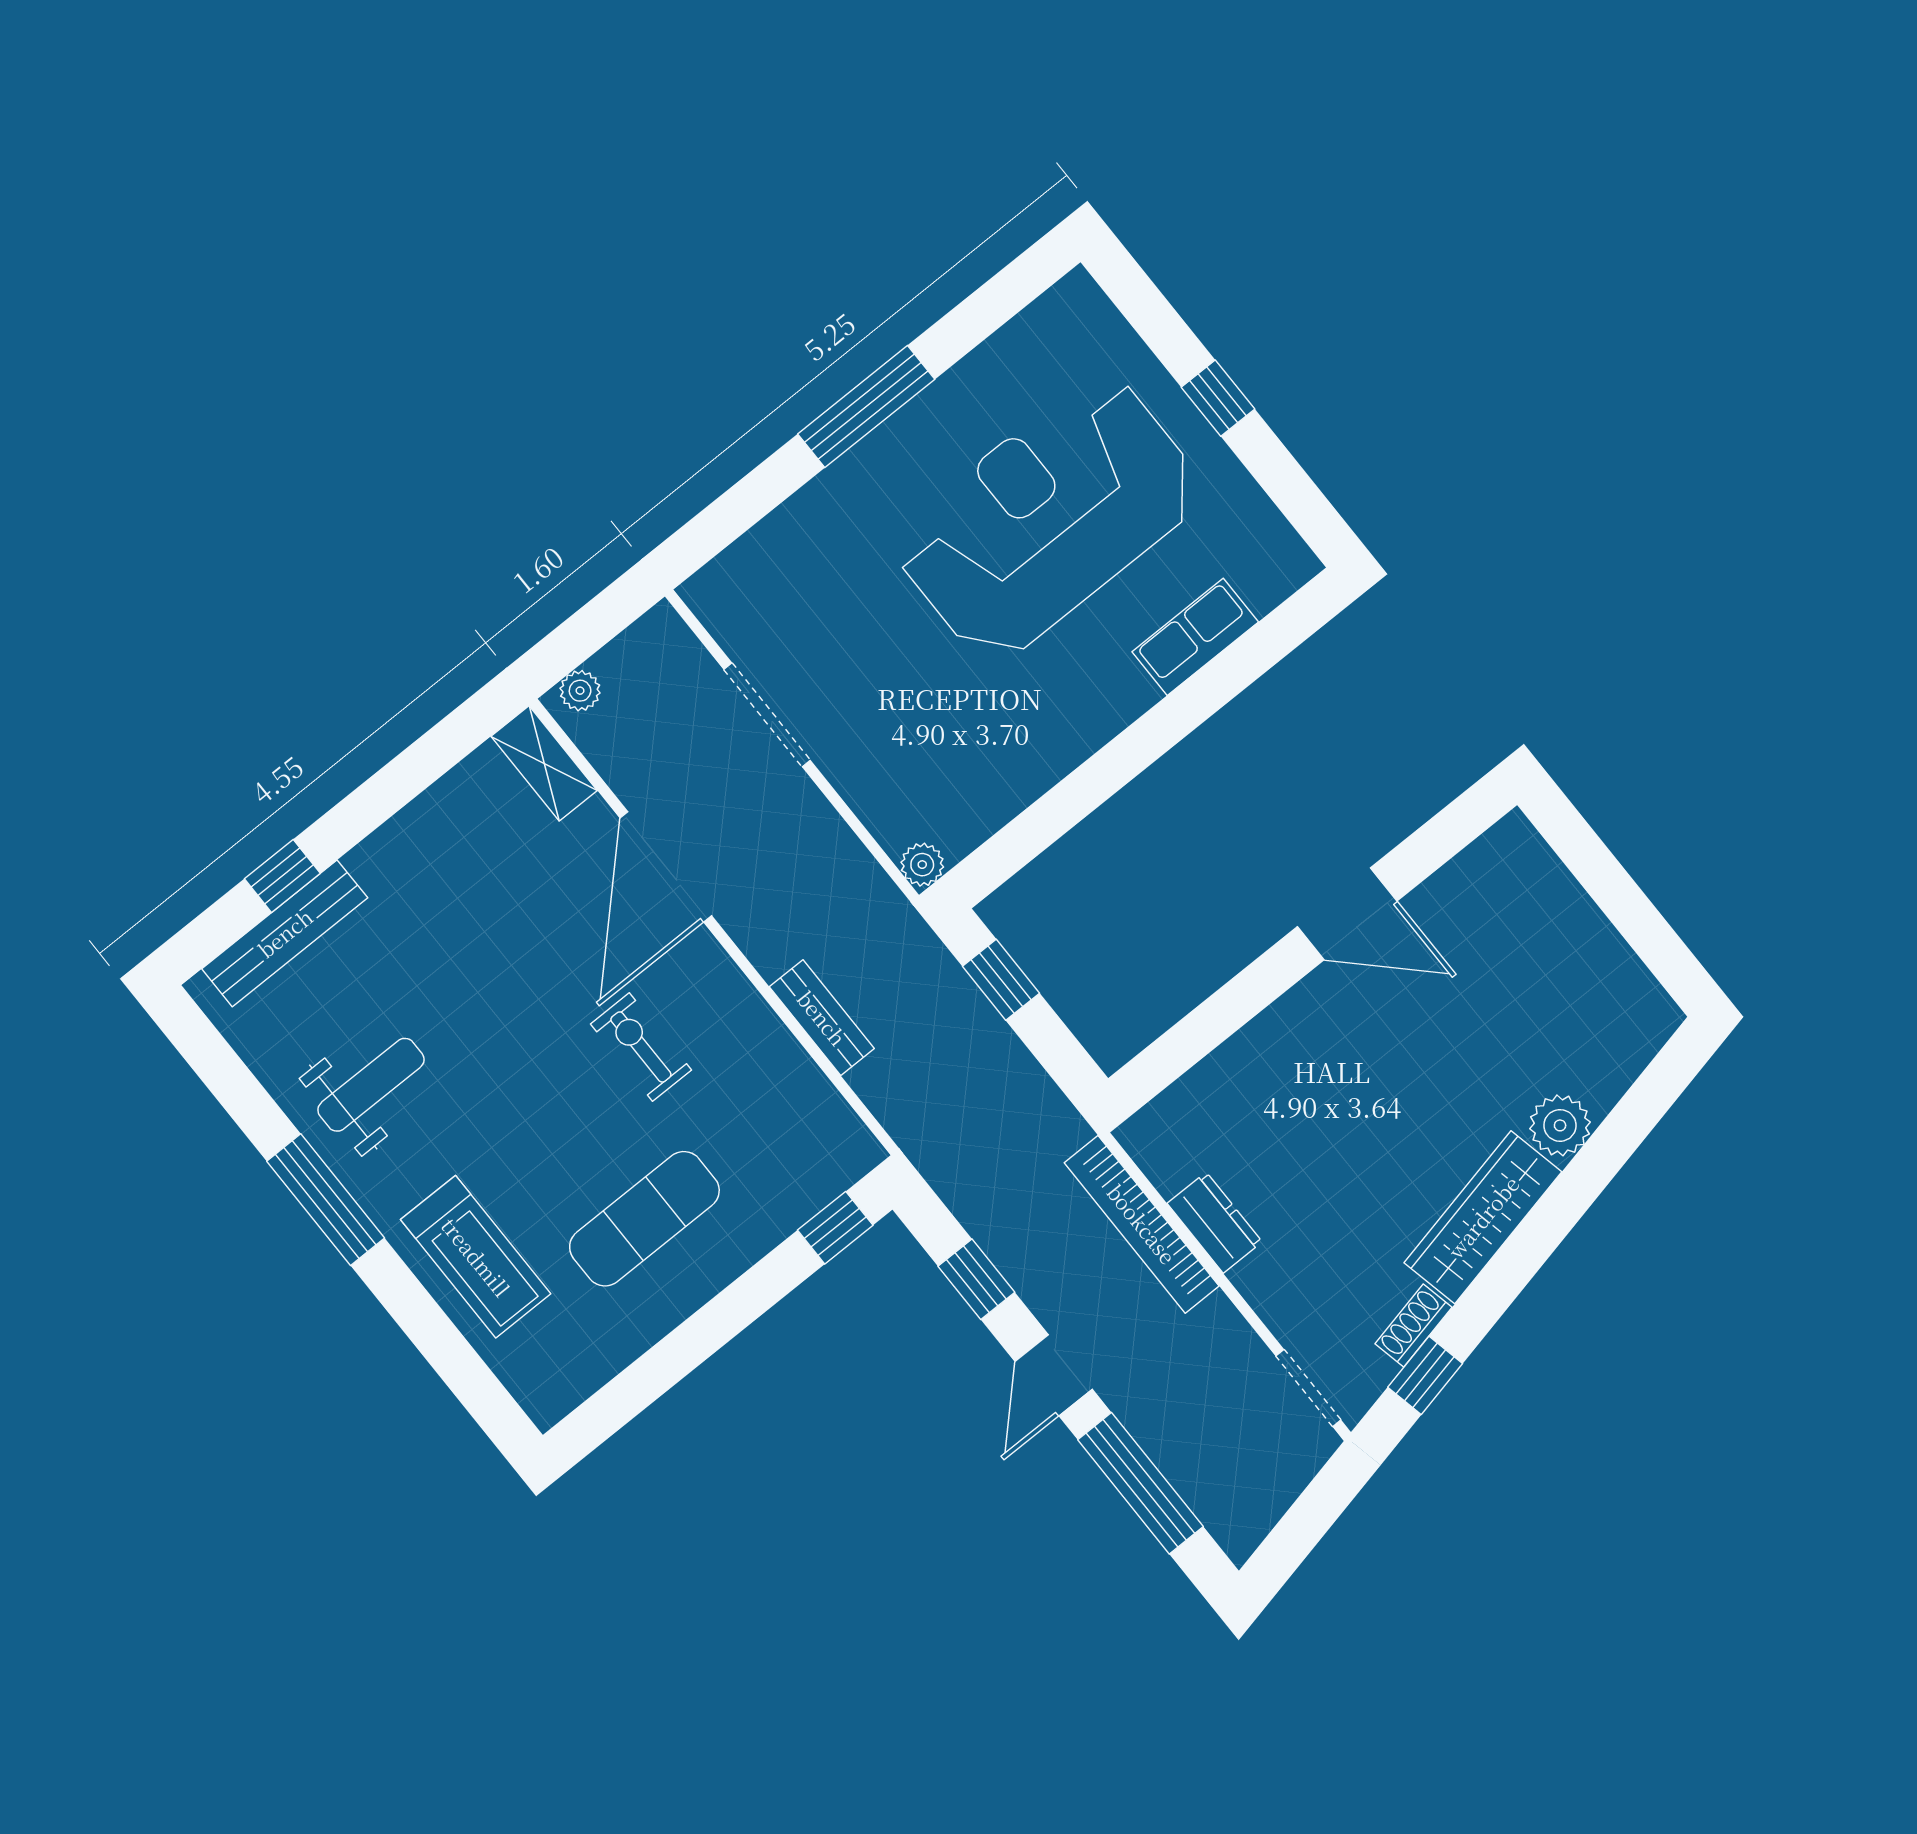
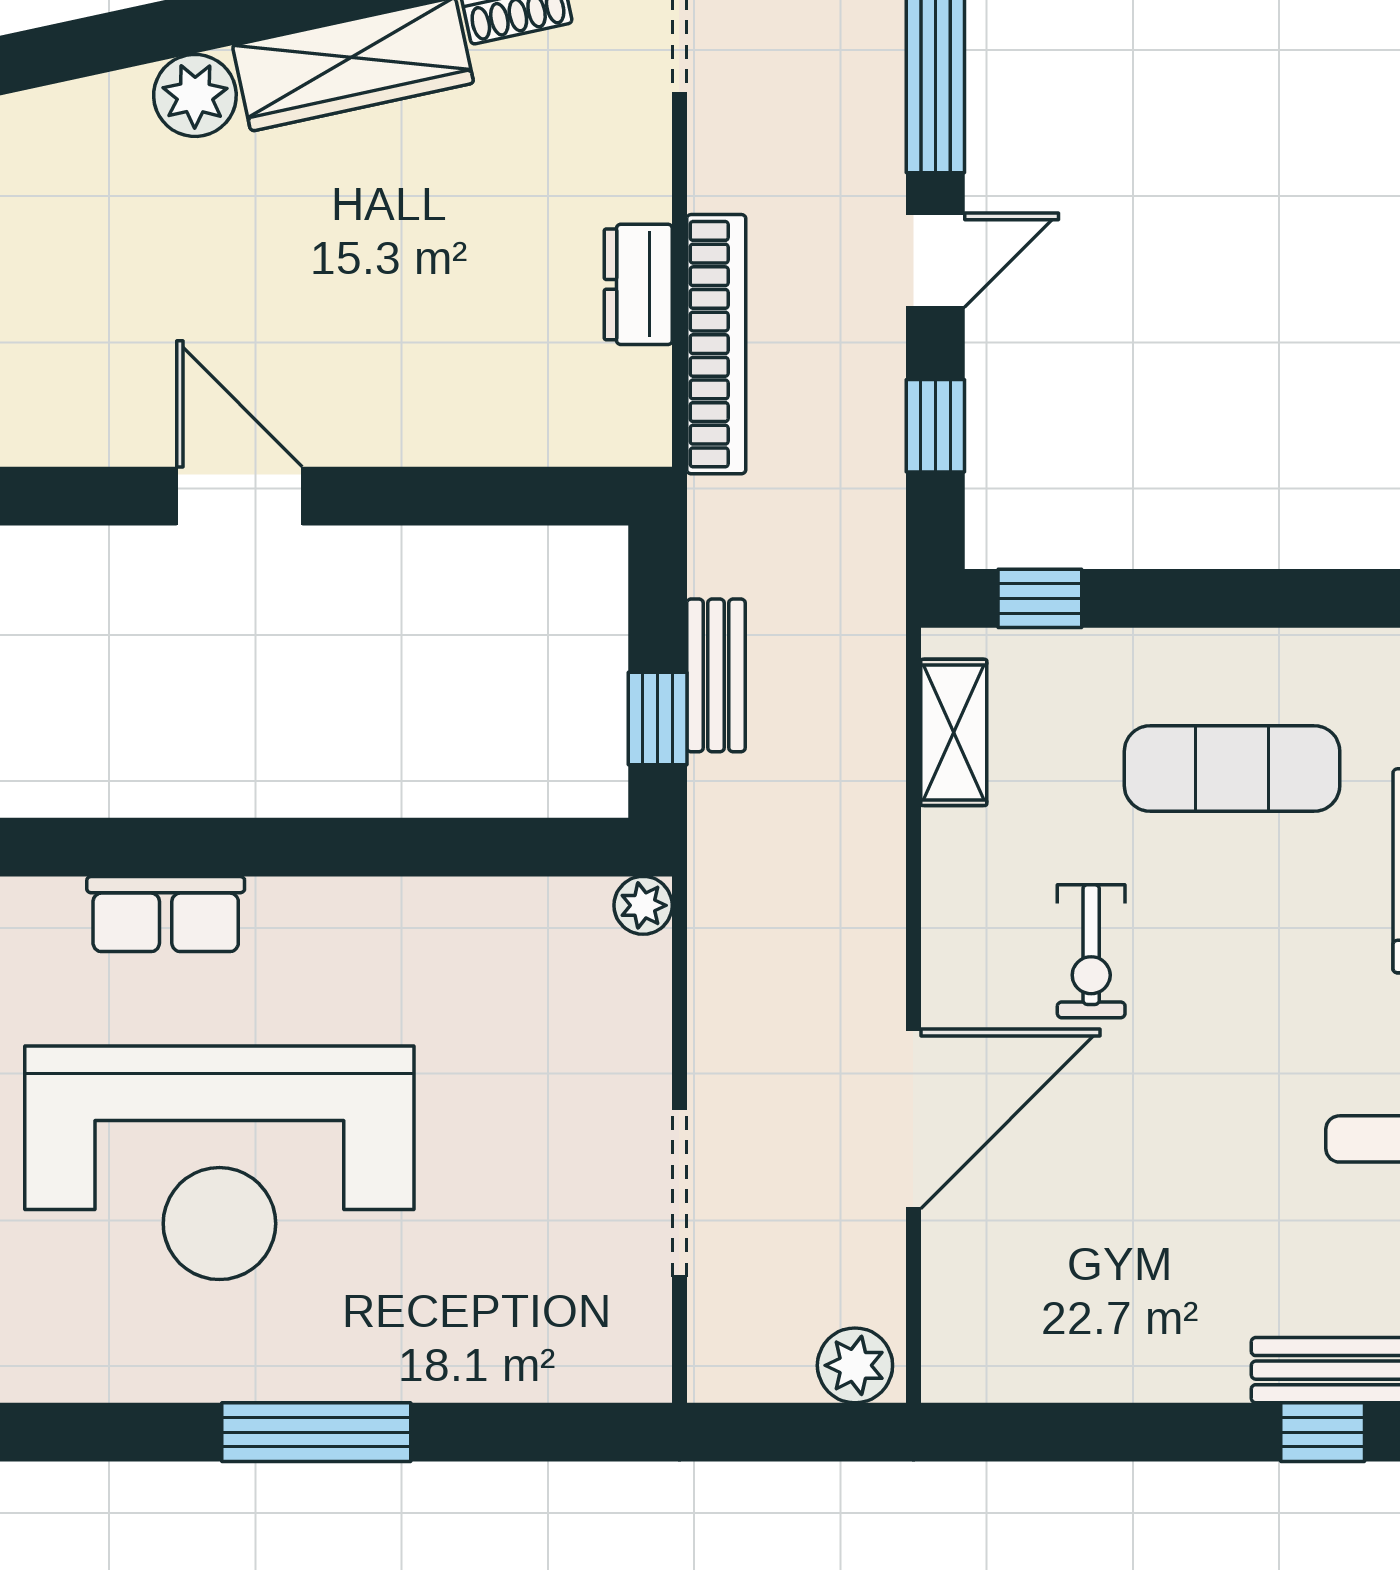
plant: (580, 691) -> (855, 1365), width x1.38, depth x1.38
shelving: (544, 763) -> (954, 732), moved
bench: (822, 1018) -> (716, 675), moved

